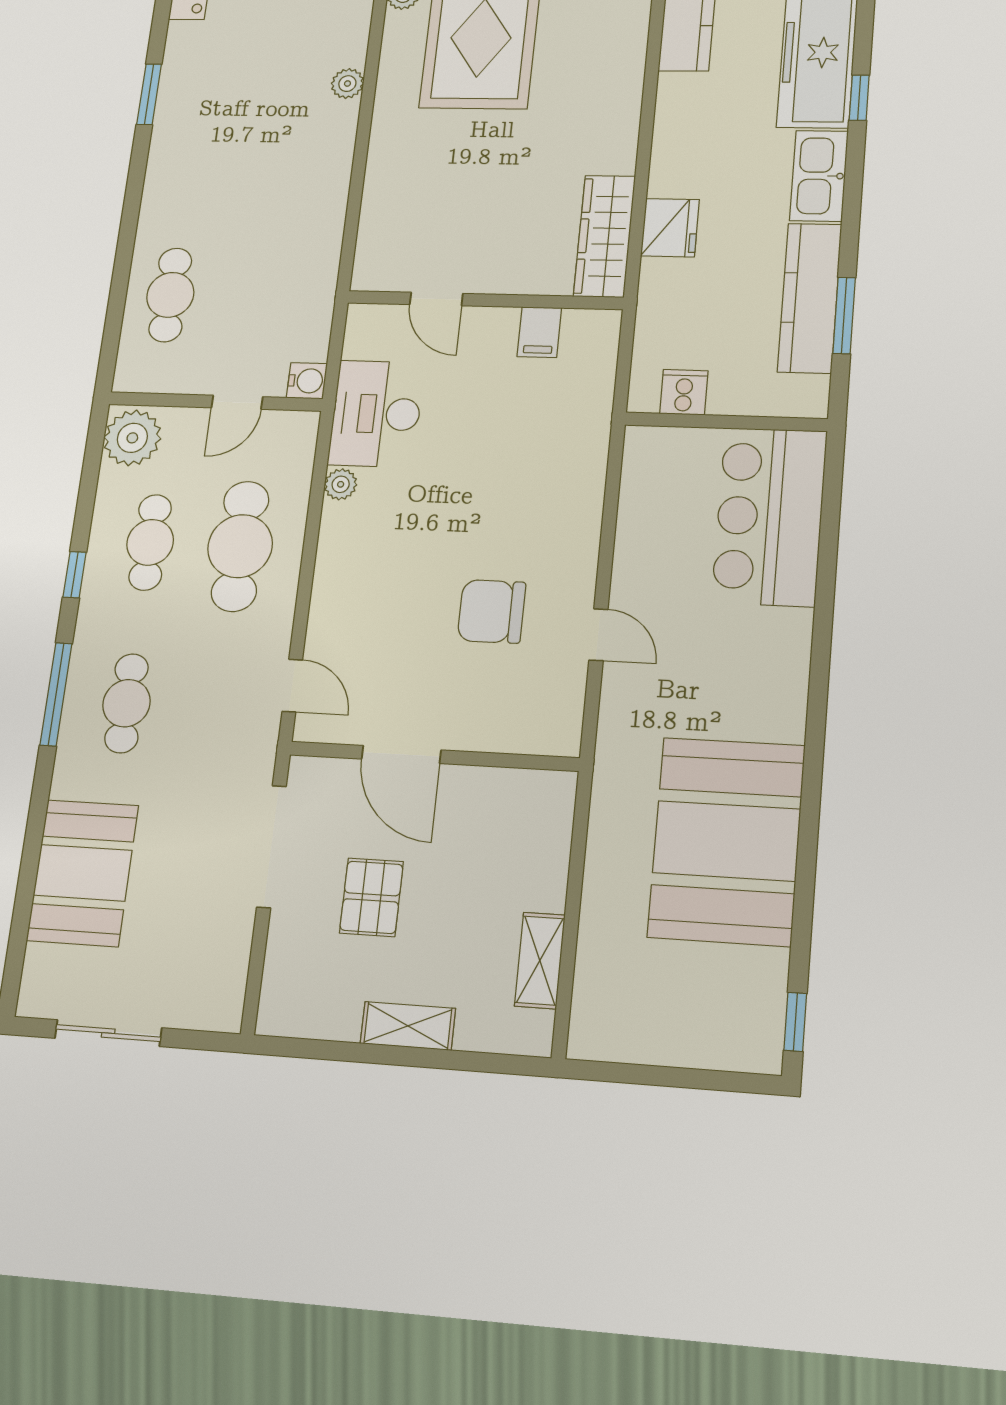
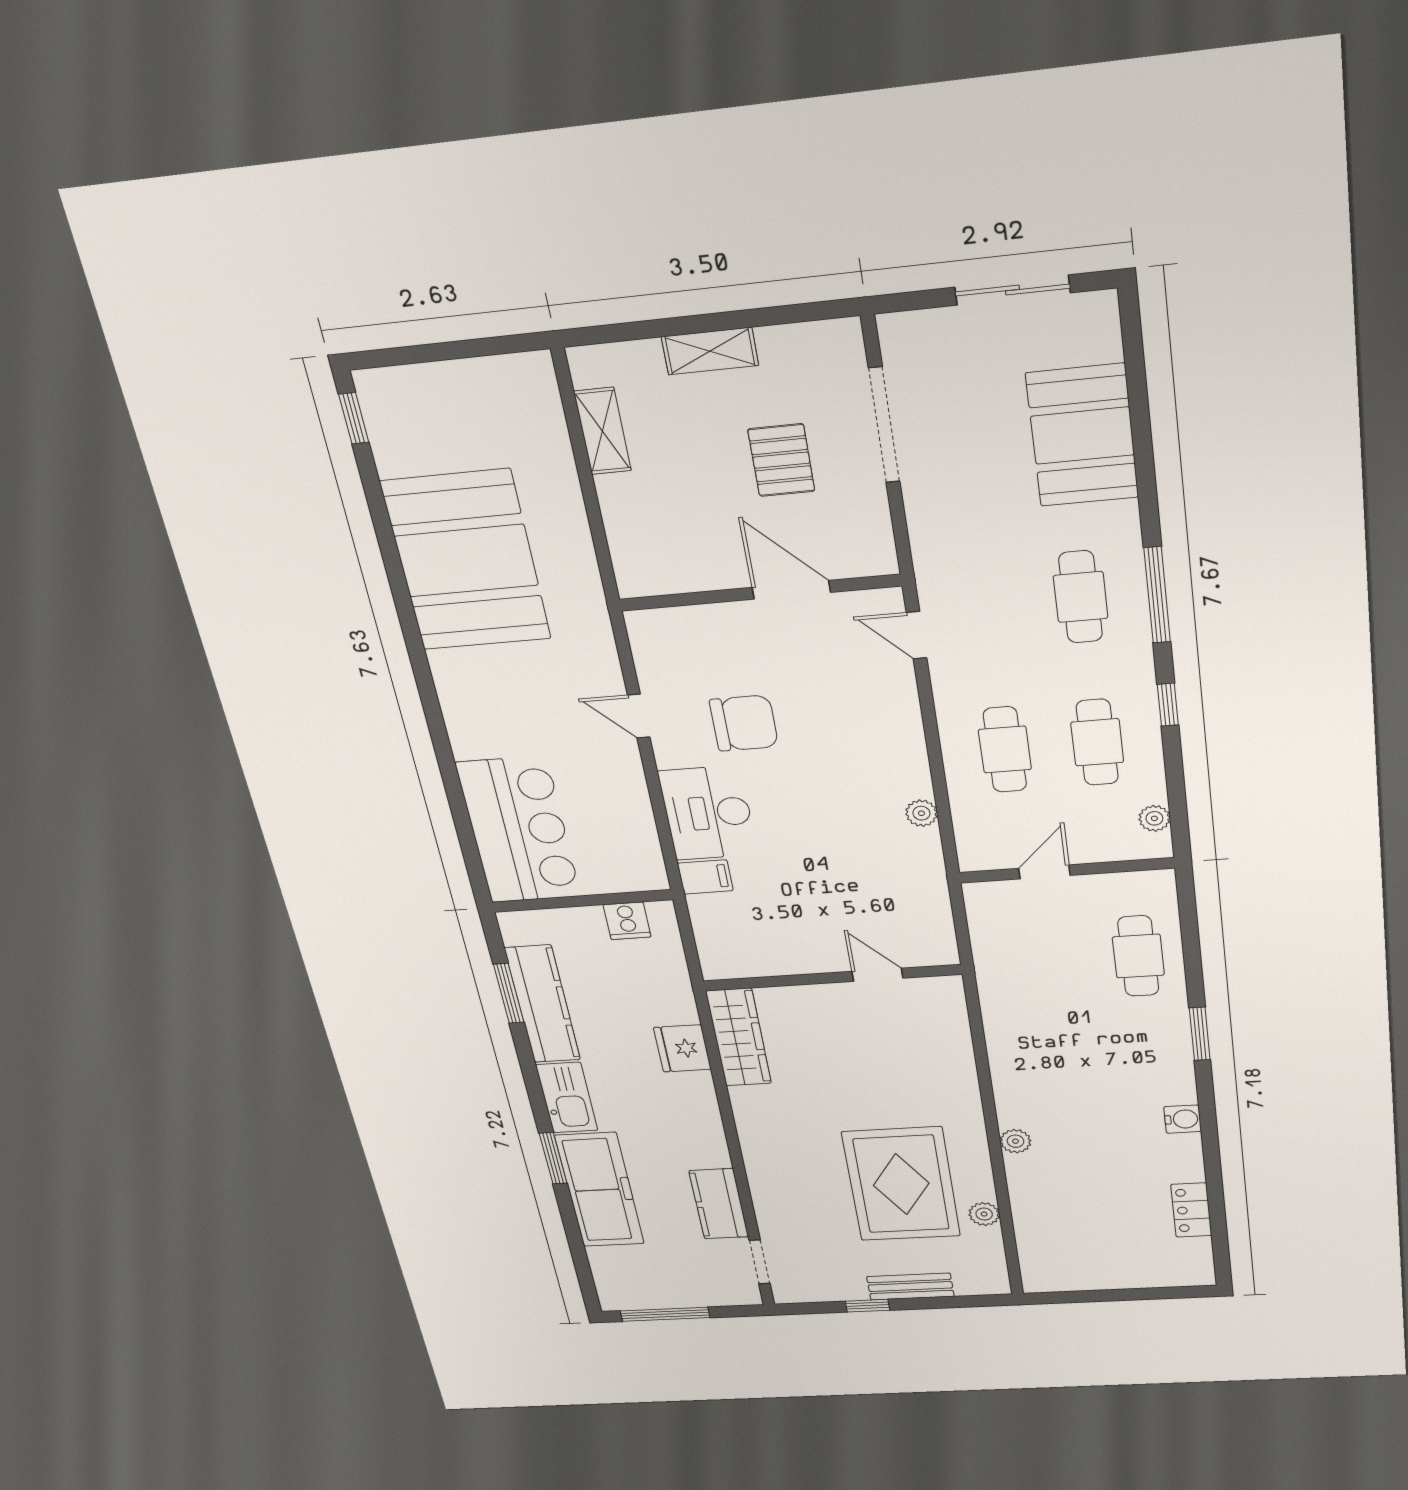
window: (149, 94) -> (1200, 1034), moved
window: (859, 98) -> (553, 1158), width x1.50
filing cabinet: (539, 332) -> (705, 877), moved, turned 90
water cooler: (307, 381) -> (1183, 1119), moved, turned 180
desk: (376, 414) -> (708, 813), moved, turned 180
plant: (132, 438) -> (1154, 818), width x0.53, depth x0.53
cafe table: (240, 546) -> (1005, 750), width x0.73, depth x0.74
doorway: (272, 847) -> (884, 425), moved

